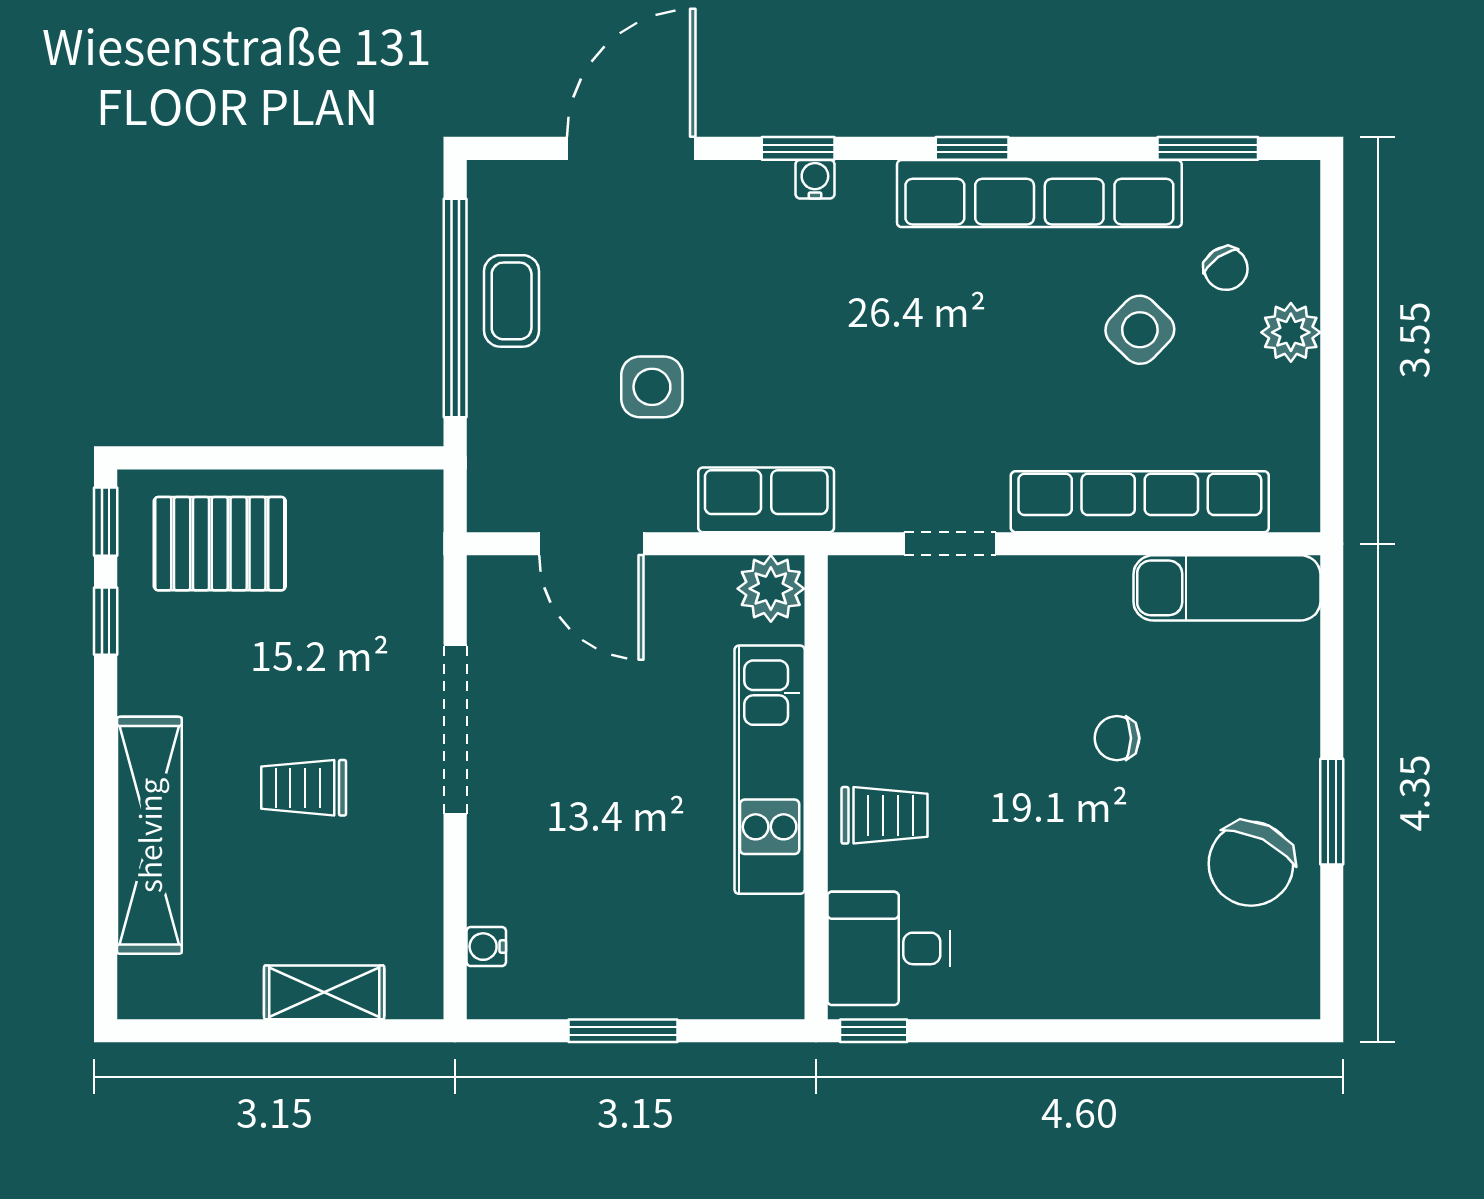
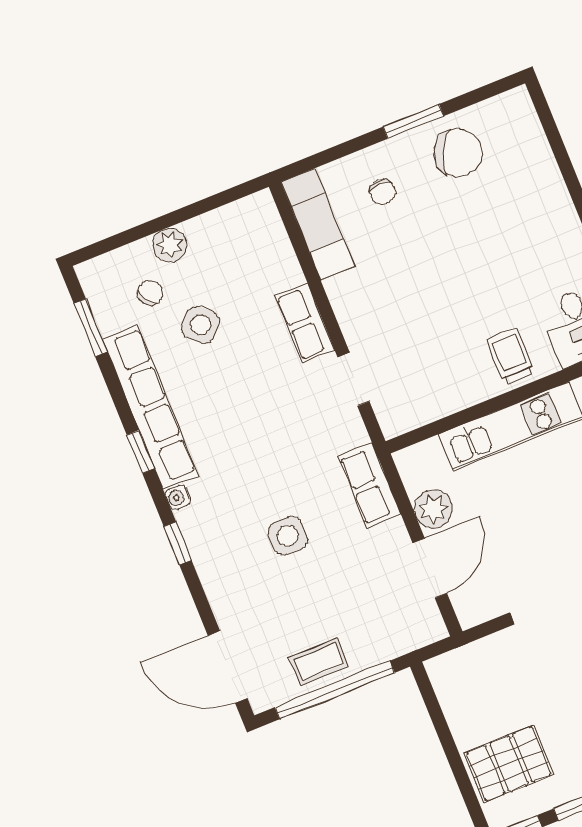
door: (631, 148) -> (228, 667), moved
water cooler: (815, 179) -> (178, 497), moved
side table: (652, 387) -> (288, 536), moved
row of seats: (1140, 502) -> (305, 323), width x0.50
pallet: (220, 544) -> (509, 764), turned 90
plant: (771, 589) -> (433, 509), moved
chair: (1117, 738) -> (383, 192), moved

